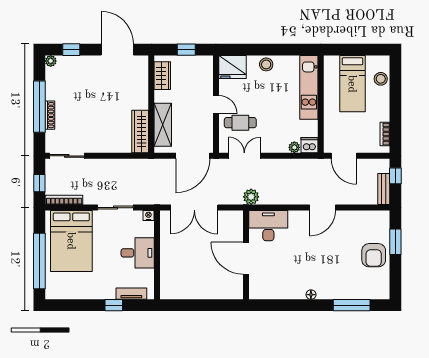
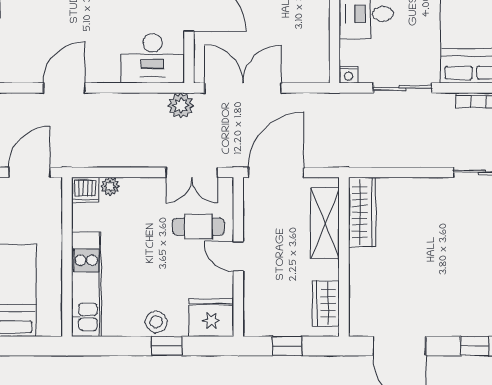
window: (260, 50) -> (167, 346), added
door: (344, 156) -> (29, 172), hinge flipped
double door: (194, 208) -> (243, 88), moved

